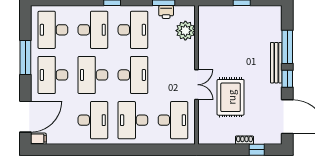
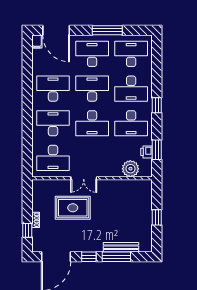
bench: (276, 63) -> (121, 247), moved
desk: (93, 120) -> (53, 89), turned 180

